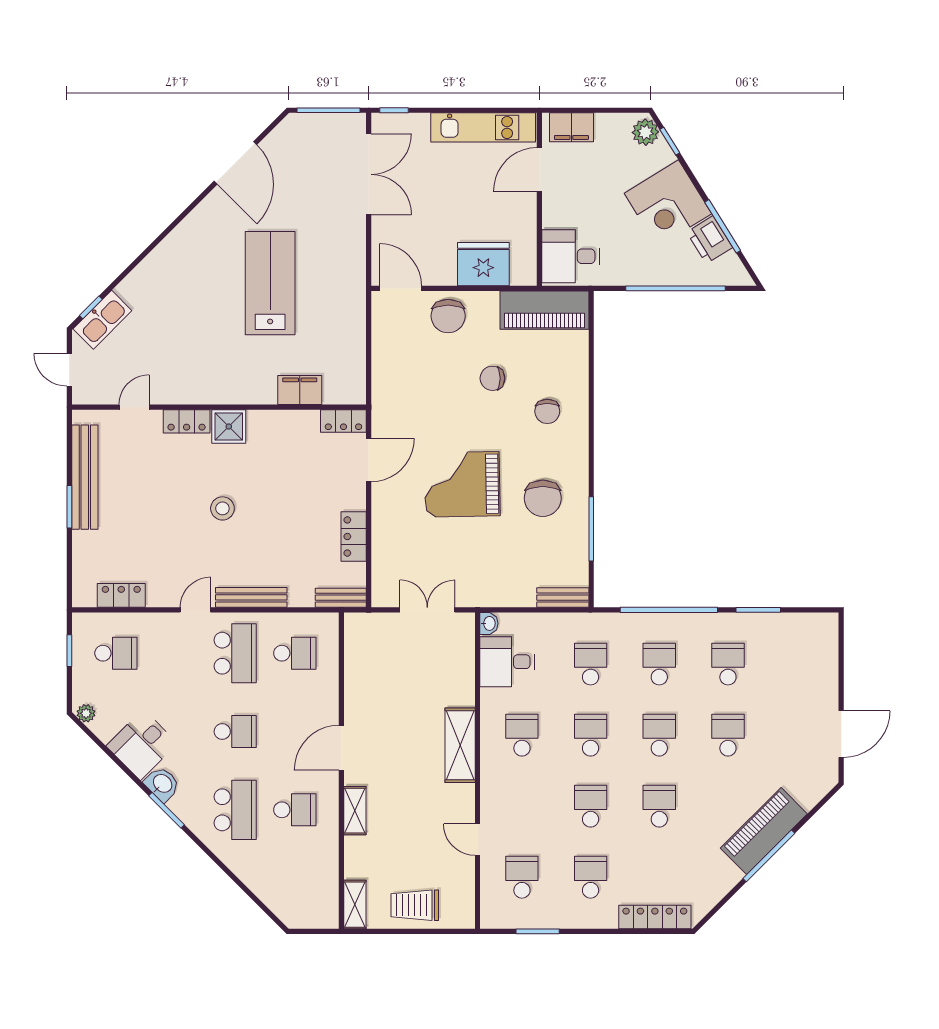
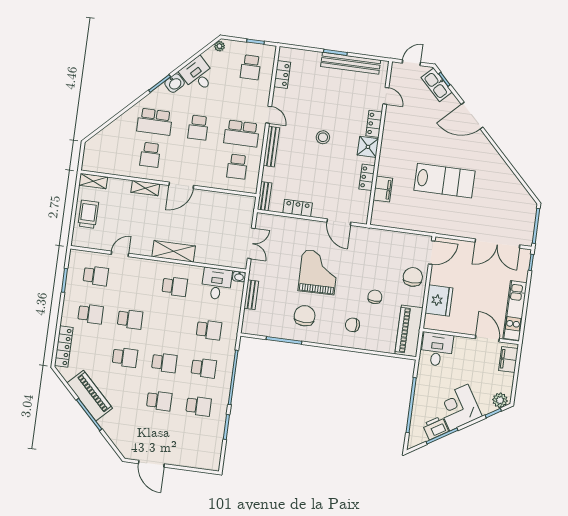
door: (235, 163) -> (472, 116), moved
chair: (448, 316) -> (413, 277), turned 90
locker: (343, 421) -> (367, 177), moved
chair: (543, 498) -> (305, 316), turned 90
bench: (563, 598) -> (251, 295), moved
school desk: (591, 735) -> (169, 325), removed
door: (341, 748) -> (181, 185), swing flipped
piano: (764, 831) -> (90, 396), moved

